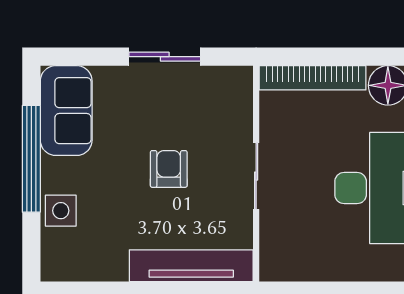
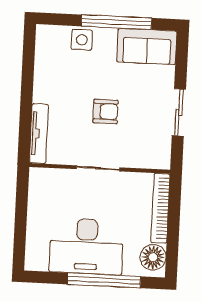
tv unit: (191, 266) -> (39, 134), width x0.73, depth x0.78

